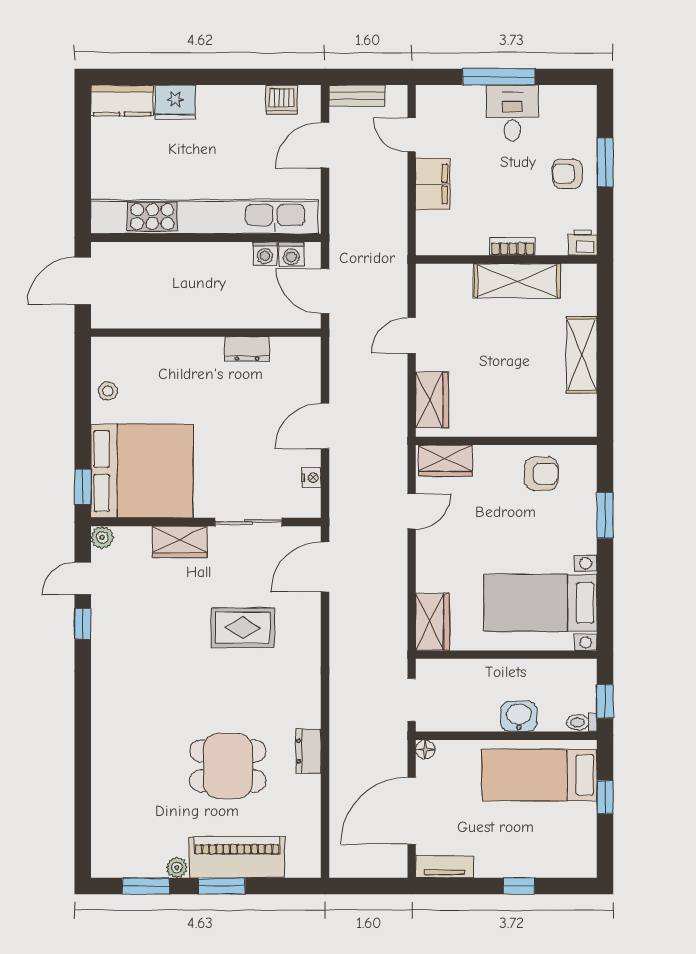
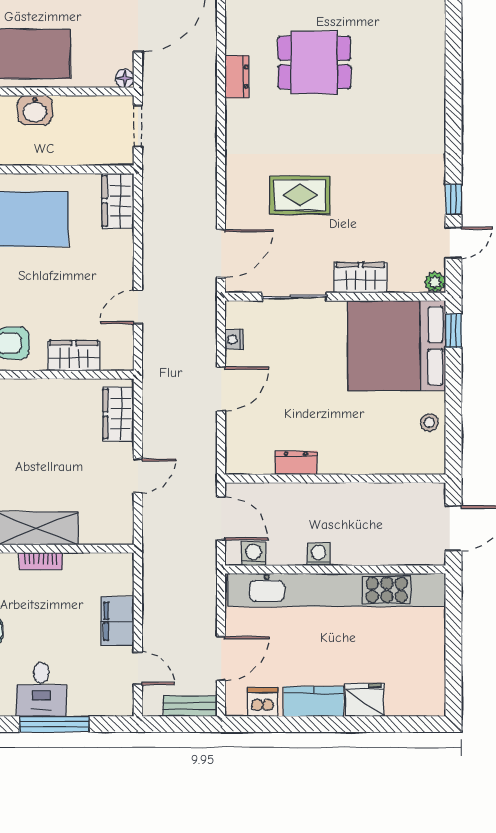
kitchen counter: (122, 101) -> (314, 701), moved
washing machine: (265, 254) -> (319, 554), moved
wardrobe: (445, 461) -> (74, 356), moved

